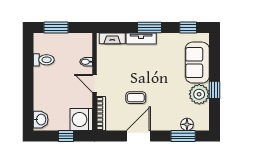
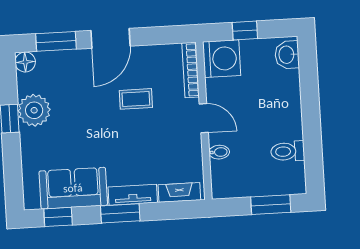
sofa: (197, 63) -> (73, 188), moved, turned -90
floor lamp: (187, 124) -> (25, 62), moved
door: (138, 136) -> (111, 38), moved

